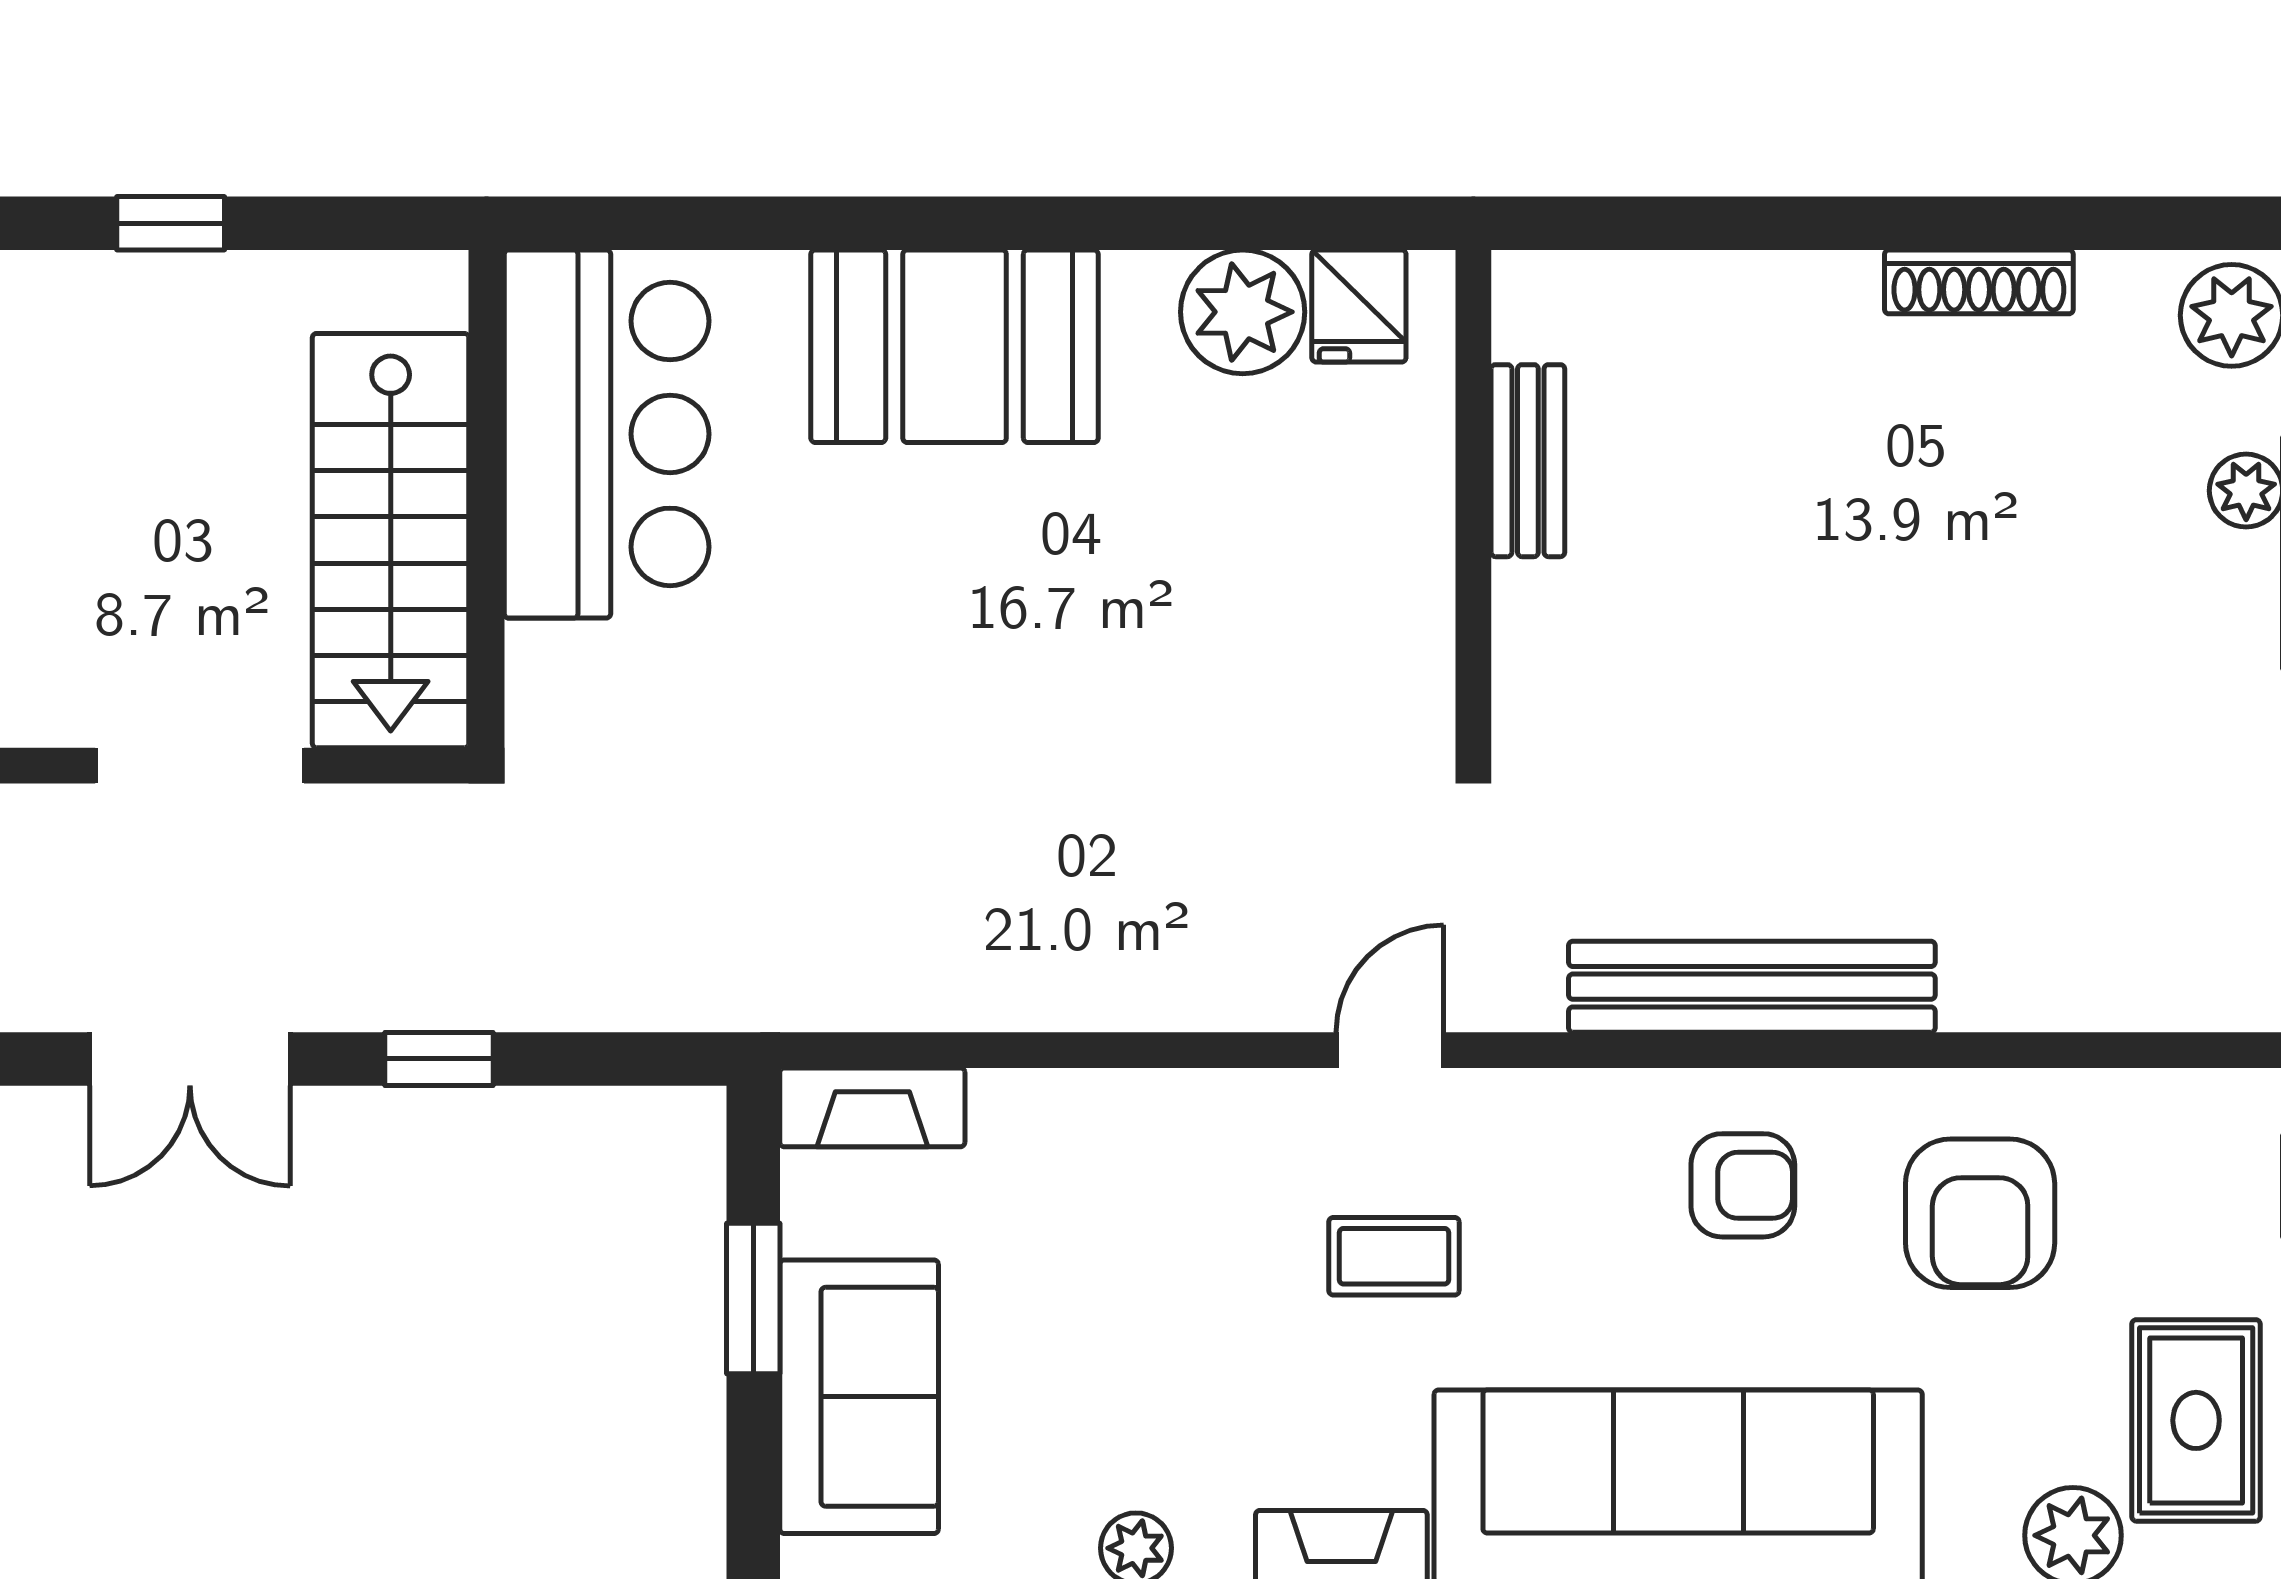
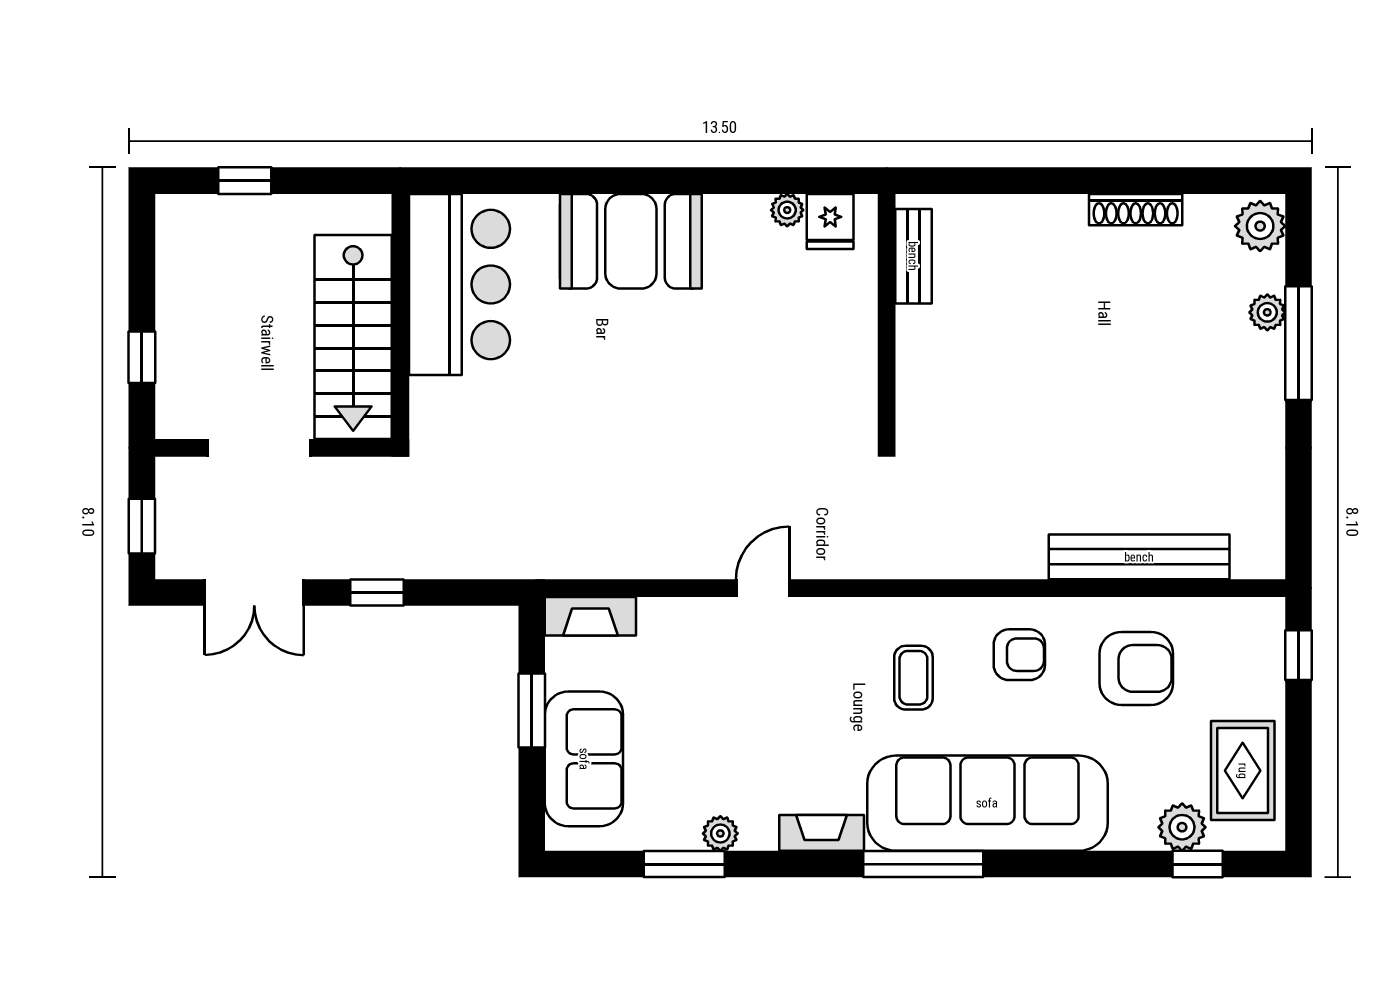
plant: (1243, 312) -> (787, 210), width x0.53, depth x0.53
bench: (1528, 461) -> (913, 256), moved
bench: (1752, 987) -> (1139, 557), moved
door: (1390, 1050) -> (763, 588), moved
armchair: (1980, 1213) -> (1136, 668), turned -90
coffee table: (1394, 1256) -> (913, 678), moved, turned 90

